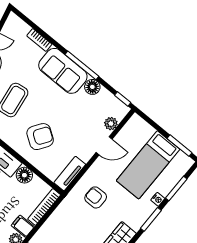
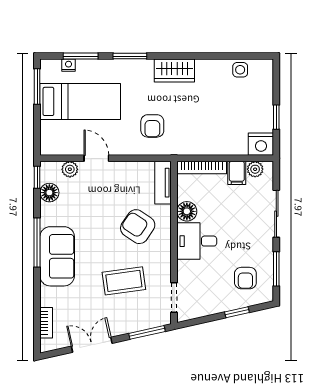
bookcase: (39, 40) -> (46, 323), moved
floor lamp: (92, 87) -> (49, 193), moved
tv unit: (70, 174) -> (163, 183), moved, turned 90
nightstand: (158, 199) -> (69, 65), moved

